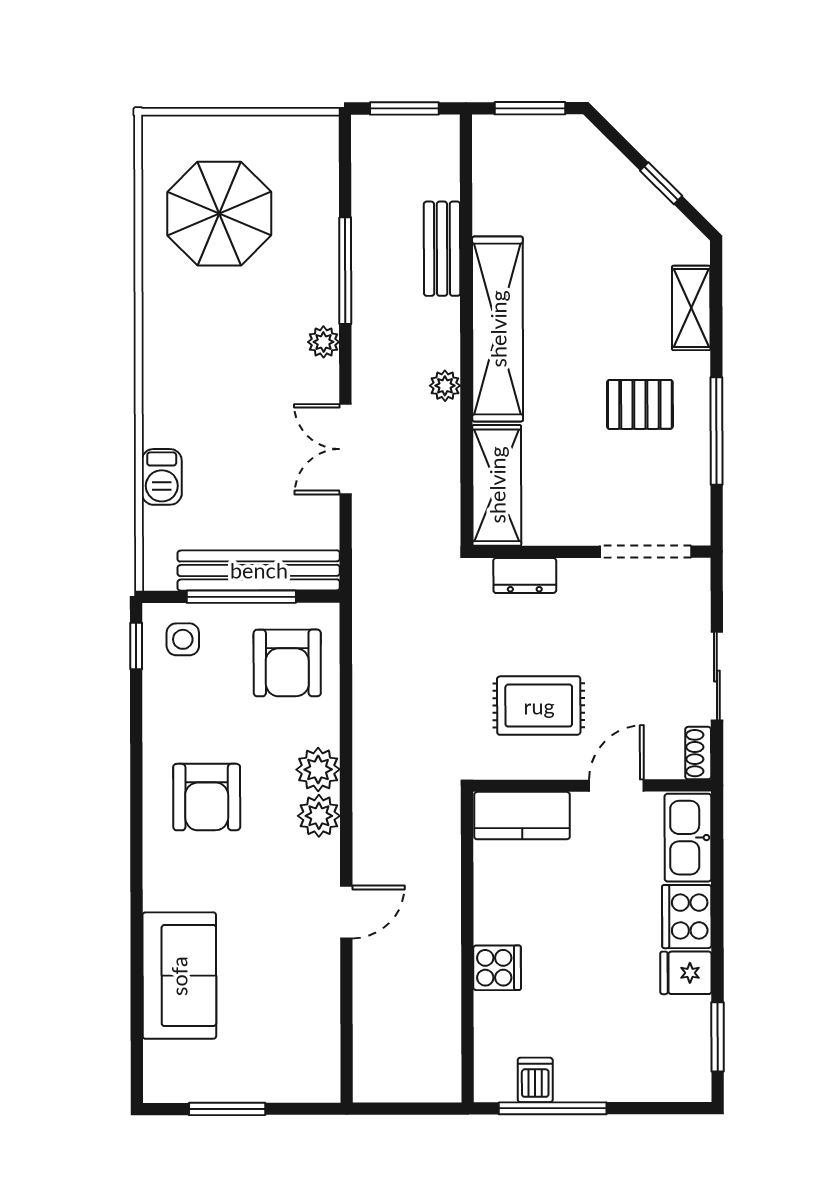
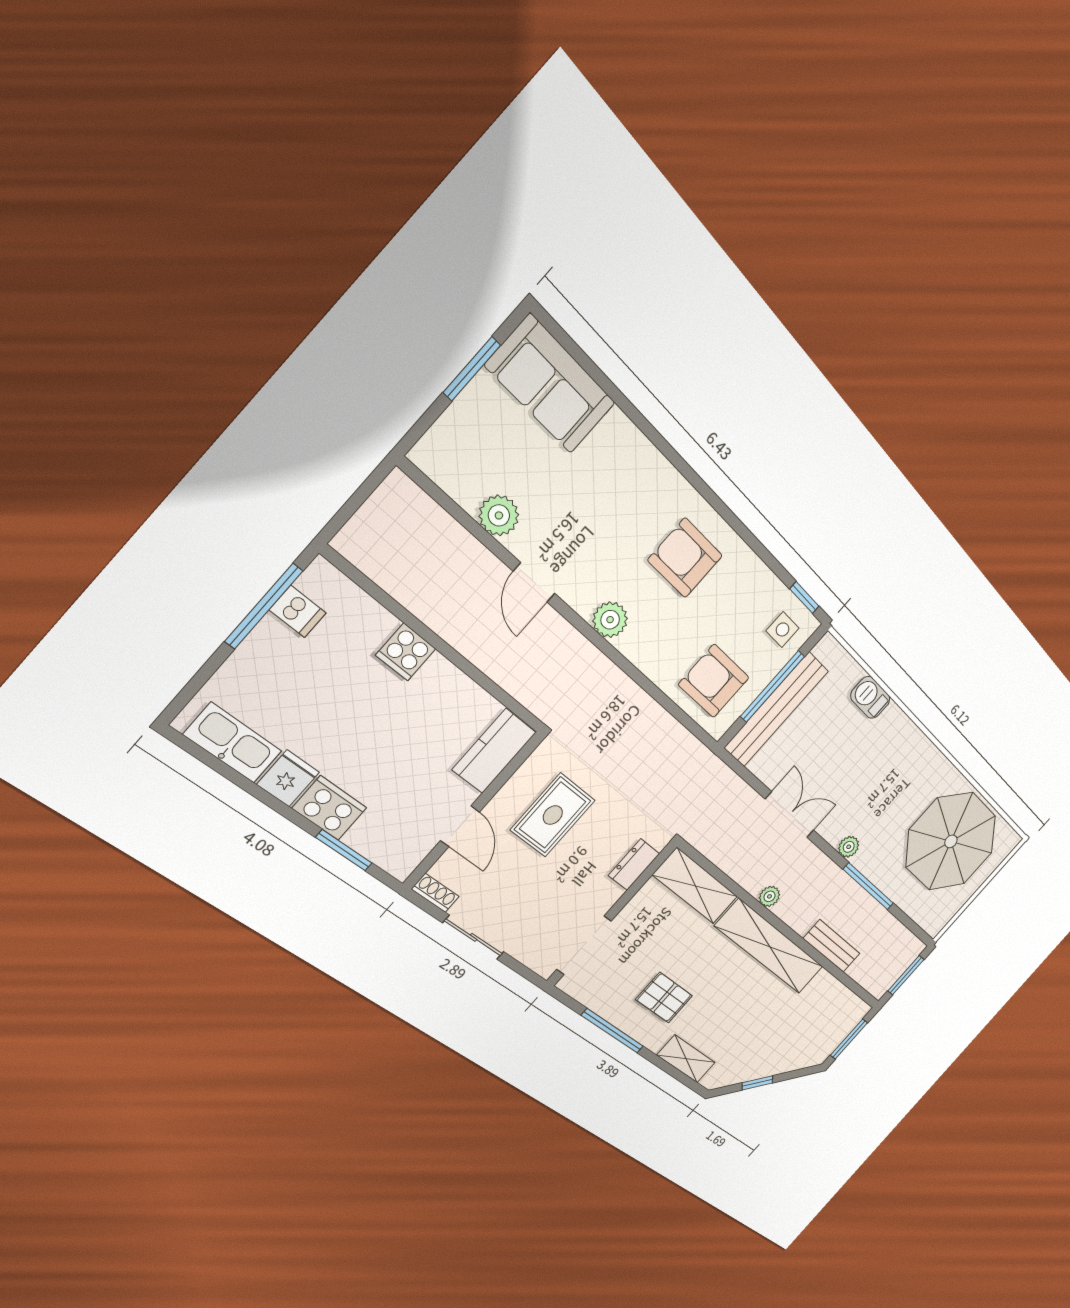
parasol: (219, 214) -> (951, 841), width x1.36, depth x1.36
pallet: (640, 404) -> (664, 998), turned 90
plant: (318, 769) -> (499, 515), moved
kitchen sink: (688, 838) -> (233, 743), moved
sofa: (179, 976) -> (551, 384), moved
window: (718, 1037) -> (344, 850), moved

